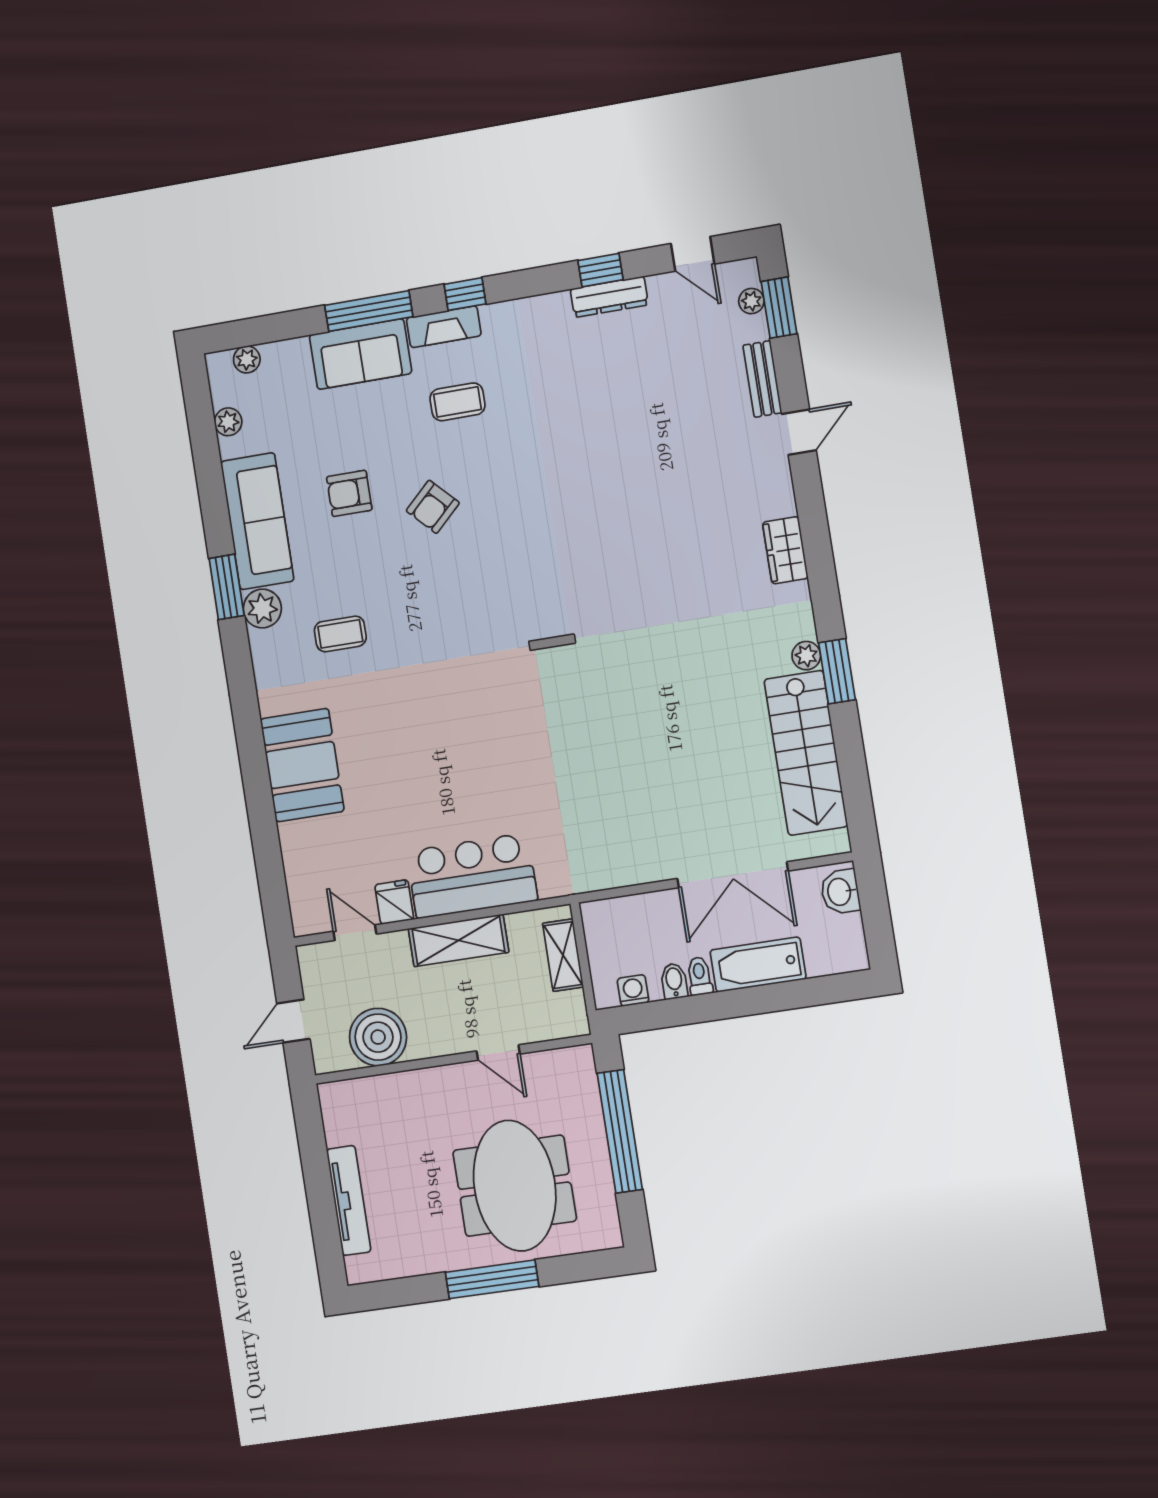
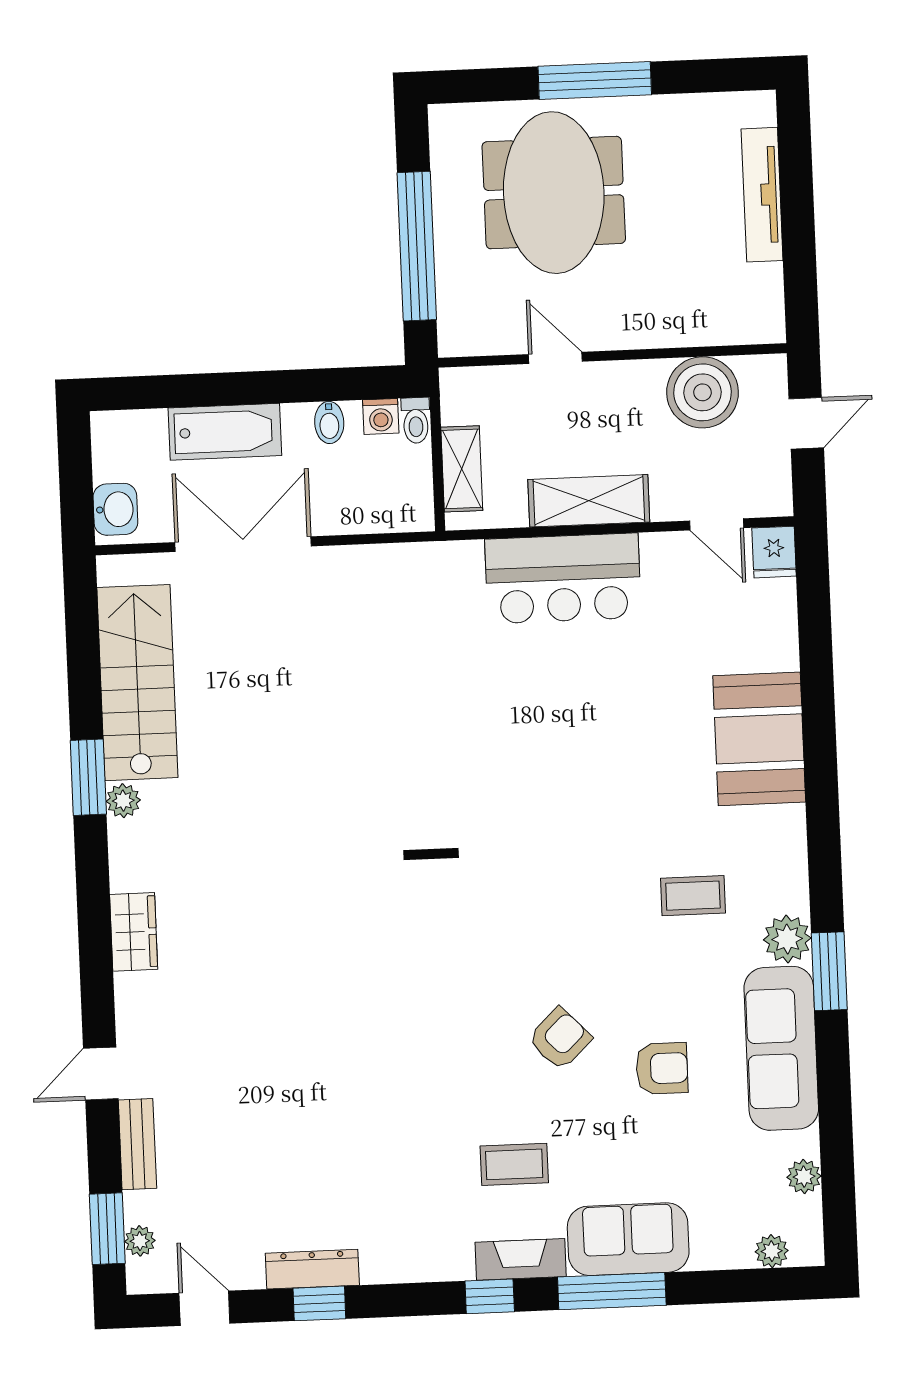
fridge: (394, 902) -> (774, 552), moved
toilet: (700, 976) -> (416, 420), moved

